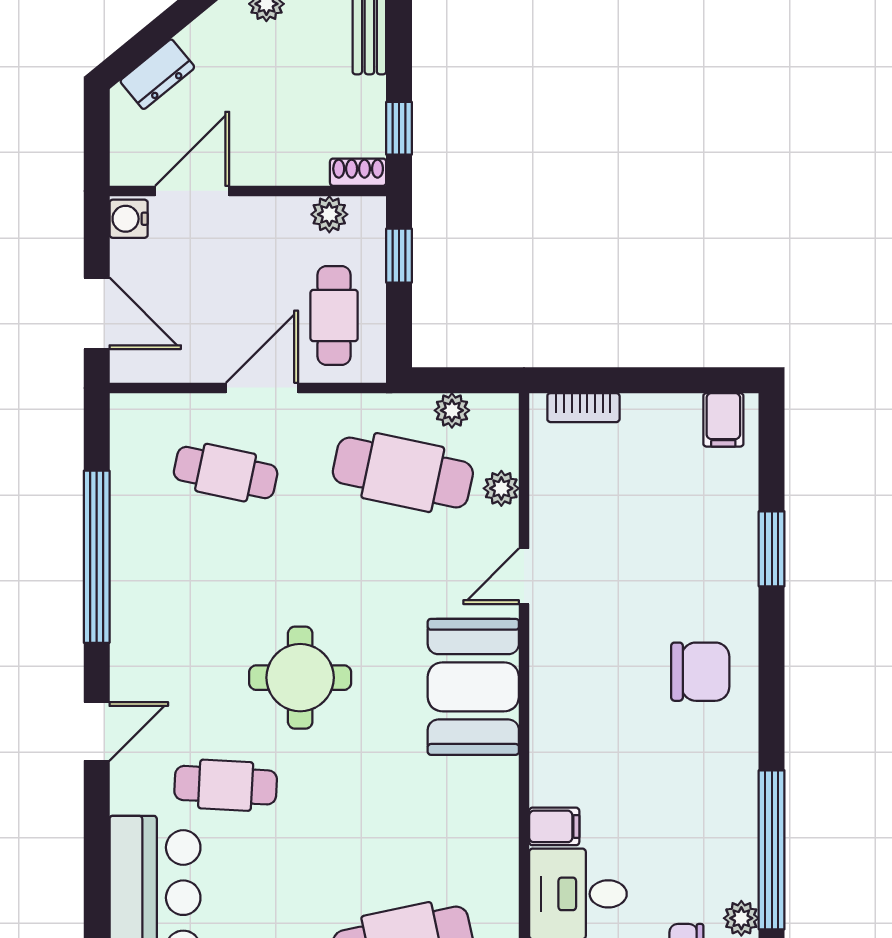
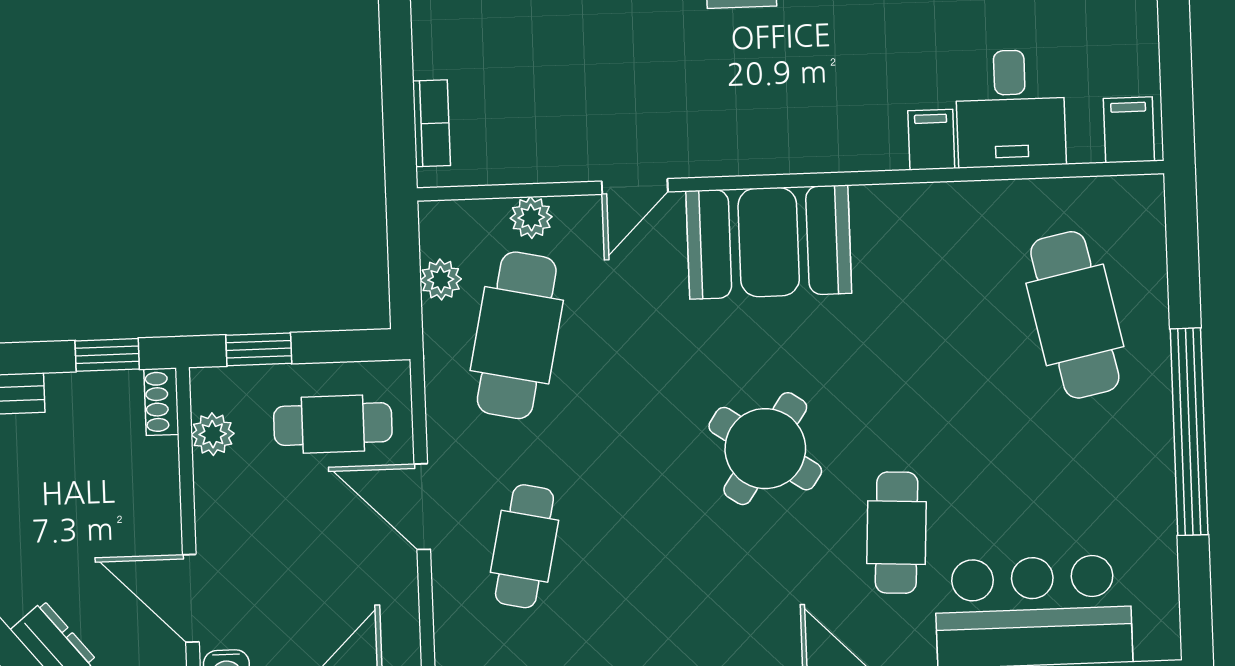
door: (524, 576) -> (635, 187), hinge flipped
round table: (300, 678) -> (765, 449), turned 34

